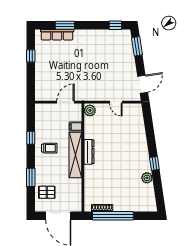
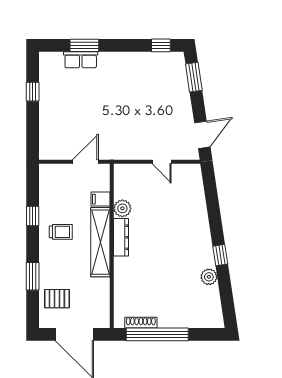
row of seats: (57, 35) -> (81, 60), width x0.68
plant: (90, 110) -> (122, 208), moved

